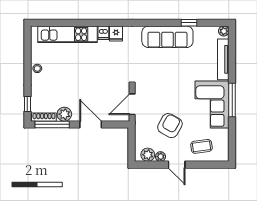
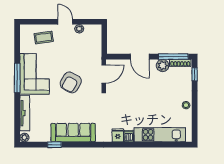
armchair: (170, 126) -> (71, 82), moved
plant: (148, 155) -> (90, 30), removed

